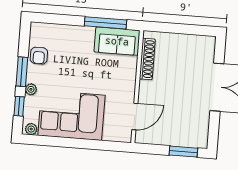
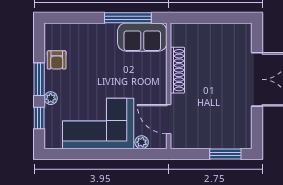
shoe rack: (147, 59) -> (177, 70), moved
door: (135, 116) -> (169, 119), swing flipped
plant: (31, 129) -> (142, 142), moved

